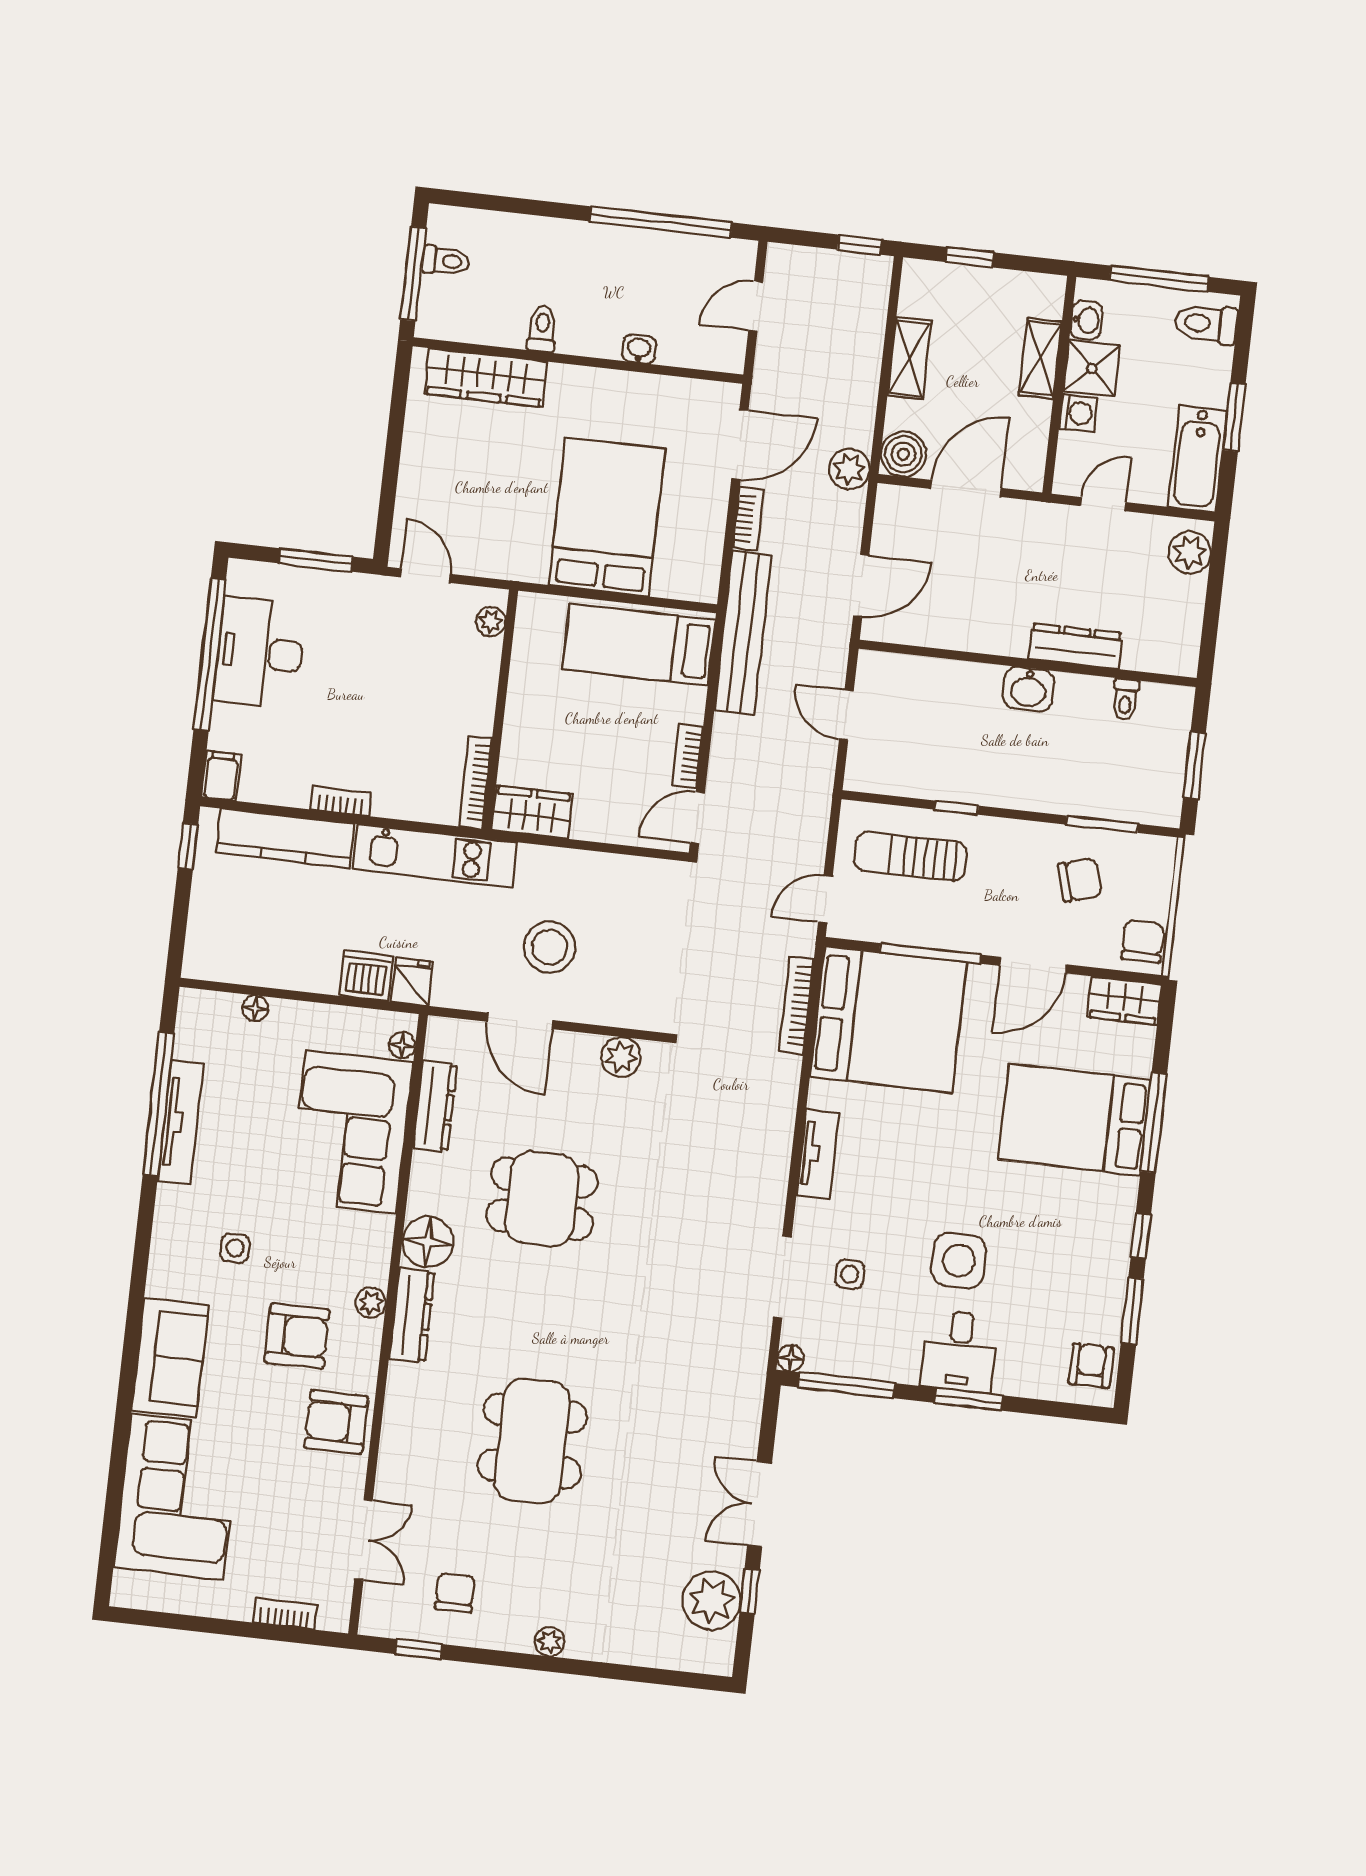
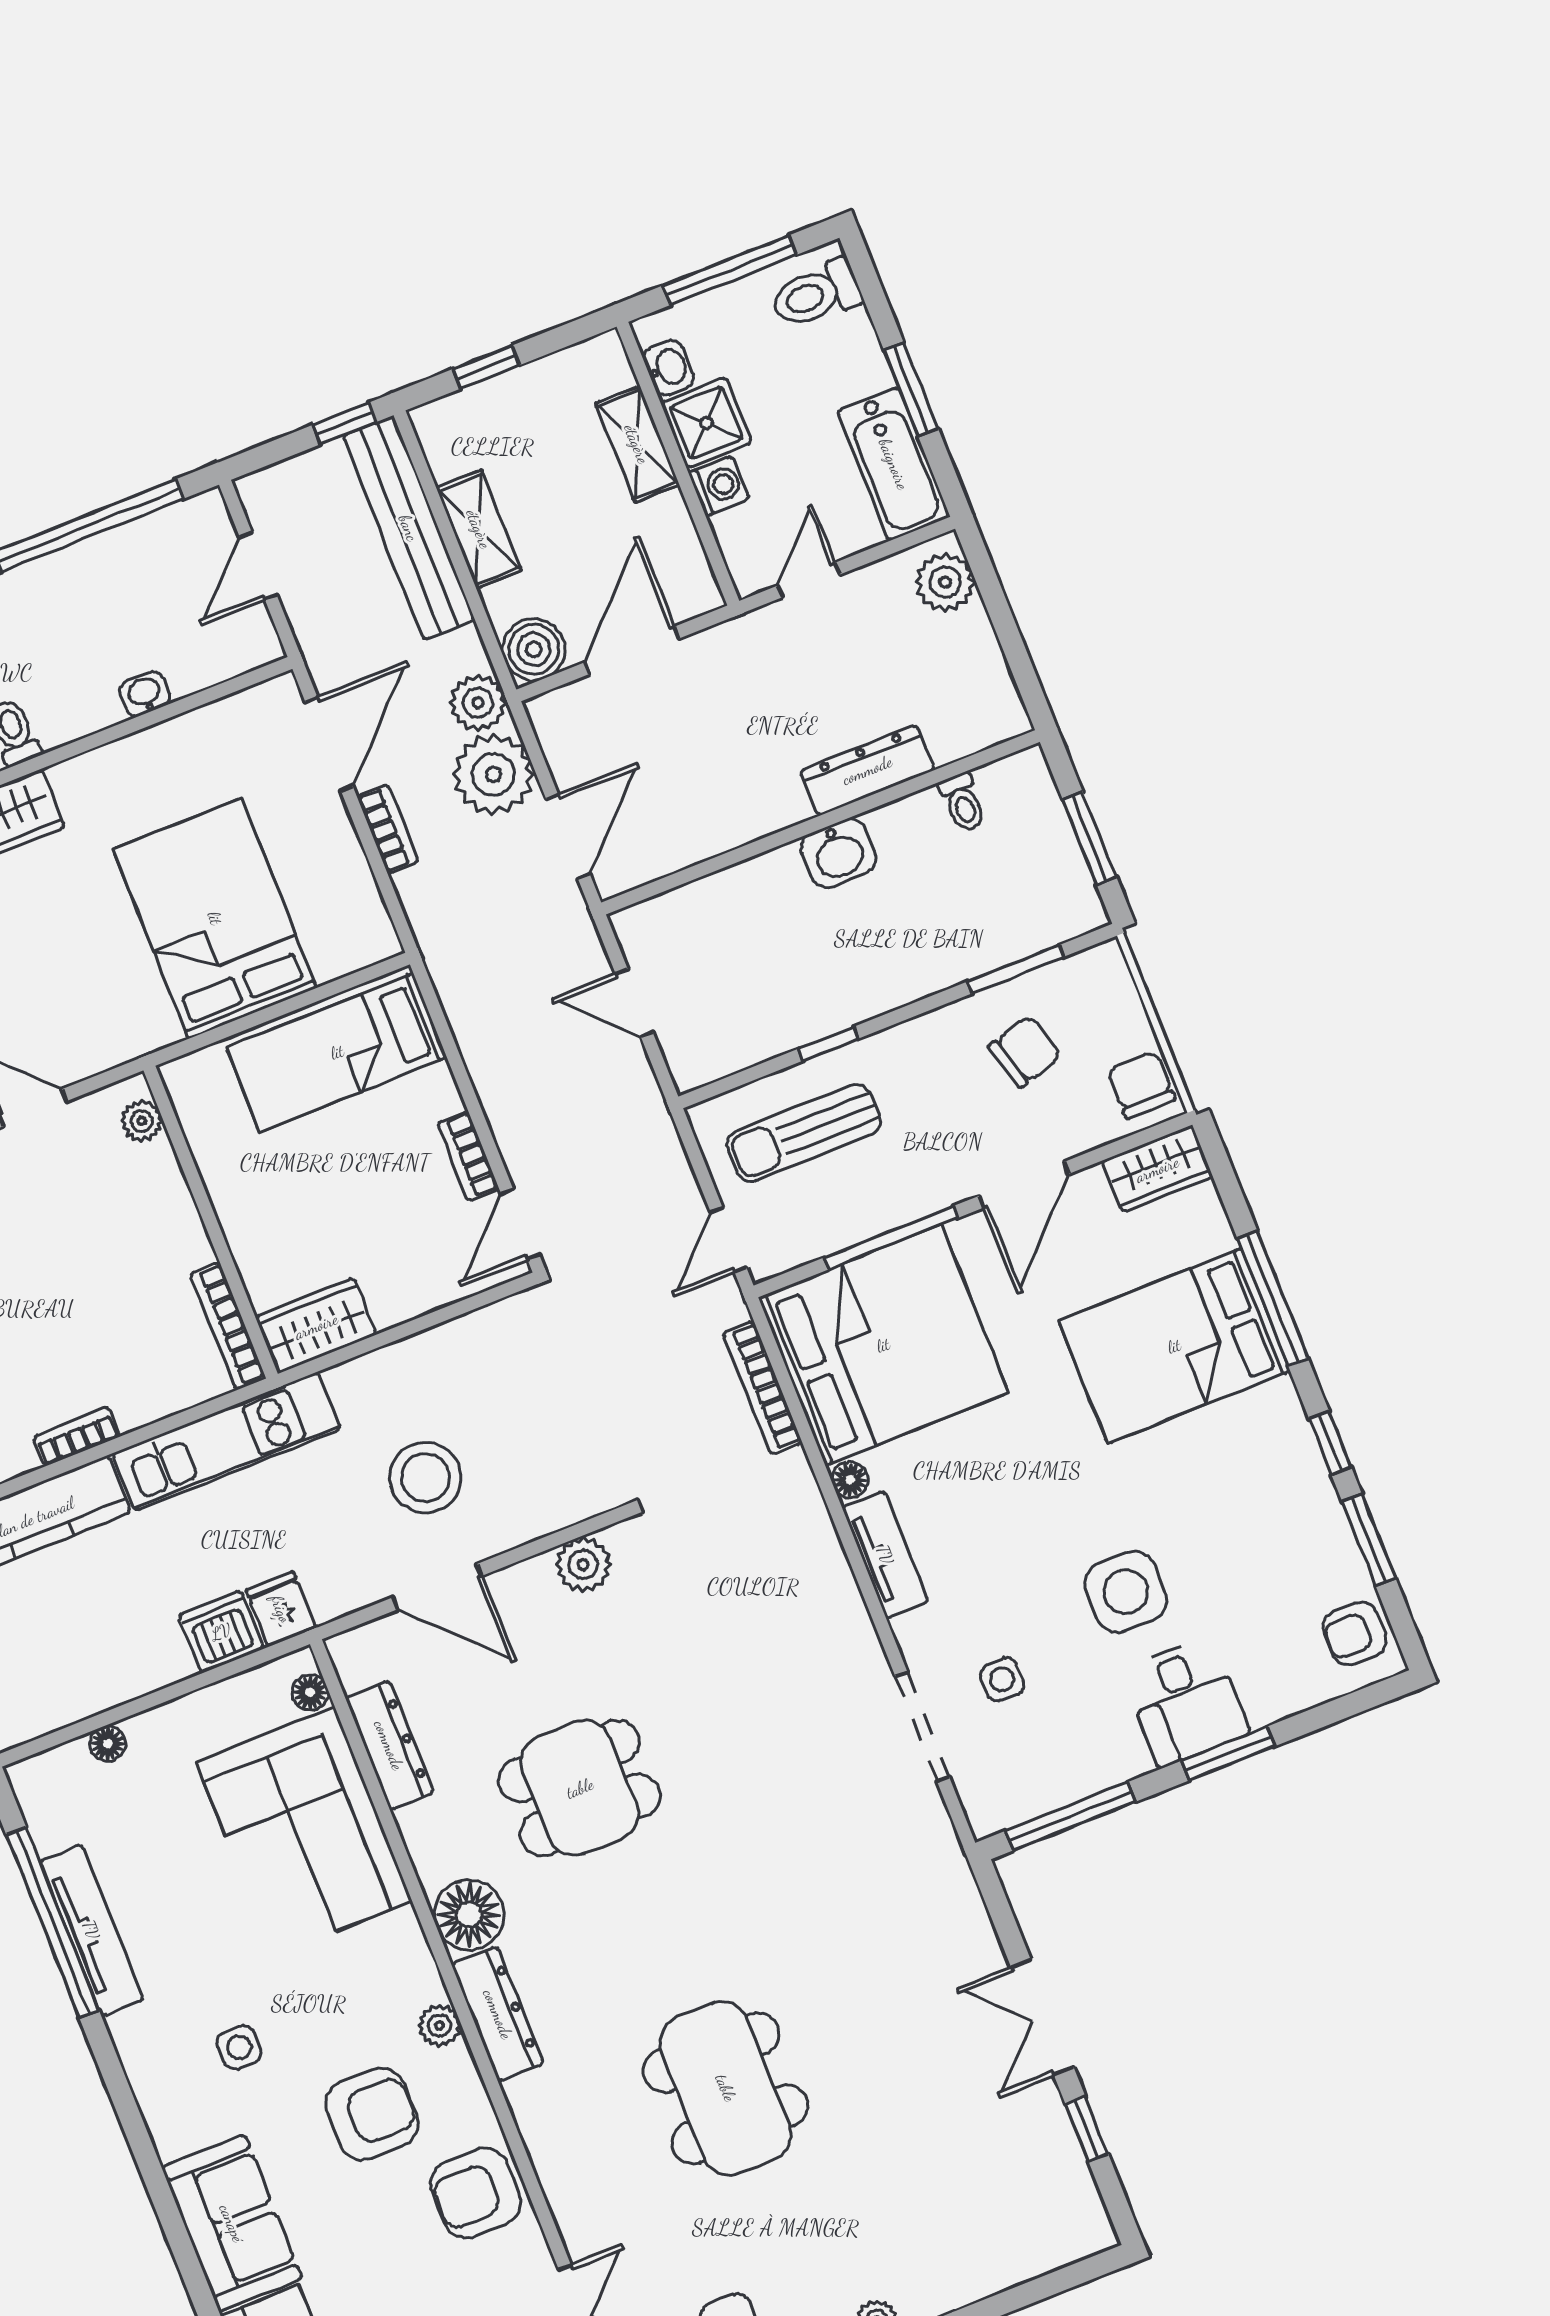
bench: (743, 633) -> (409, 528), moved
floor lamp: (791, 1358) -> (850, 1480), moved
armchair: (1091, 1366) -> (1355, 1634), turned -90
plant: (712, 1601) -> (493, 774), moved

